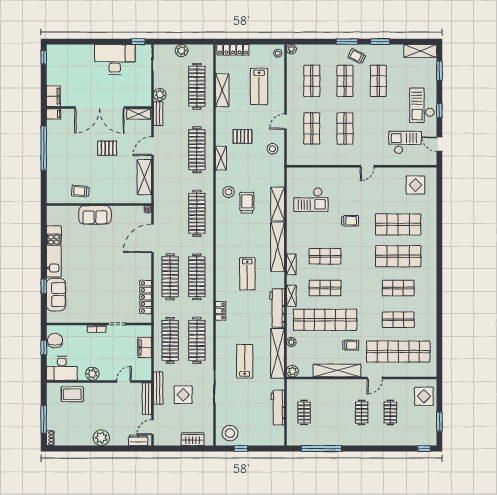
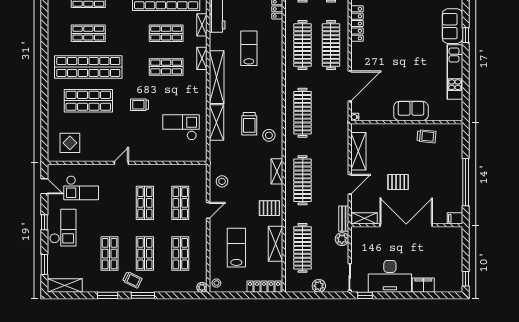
filing cabinet: (53, 96) -> (423, 285), moved, turned 90
pallet: (242, 136) -> (269, 208), moved
shop shelf: (398, 256) -> (88, 67), width x1.40

